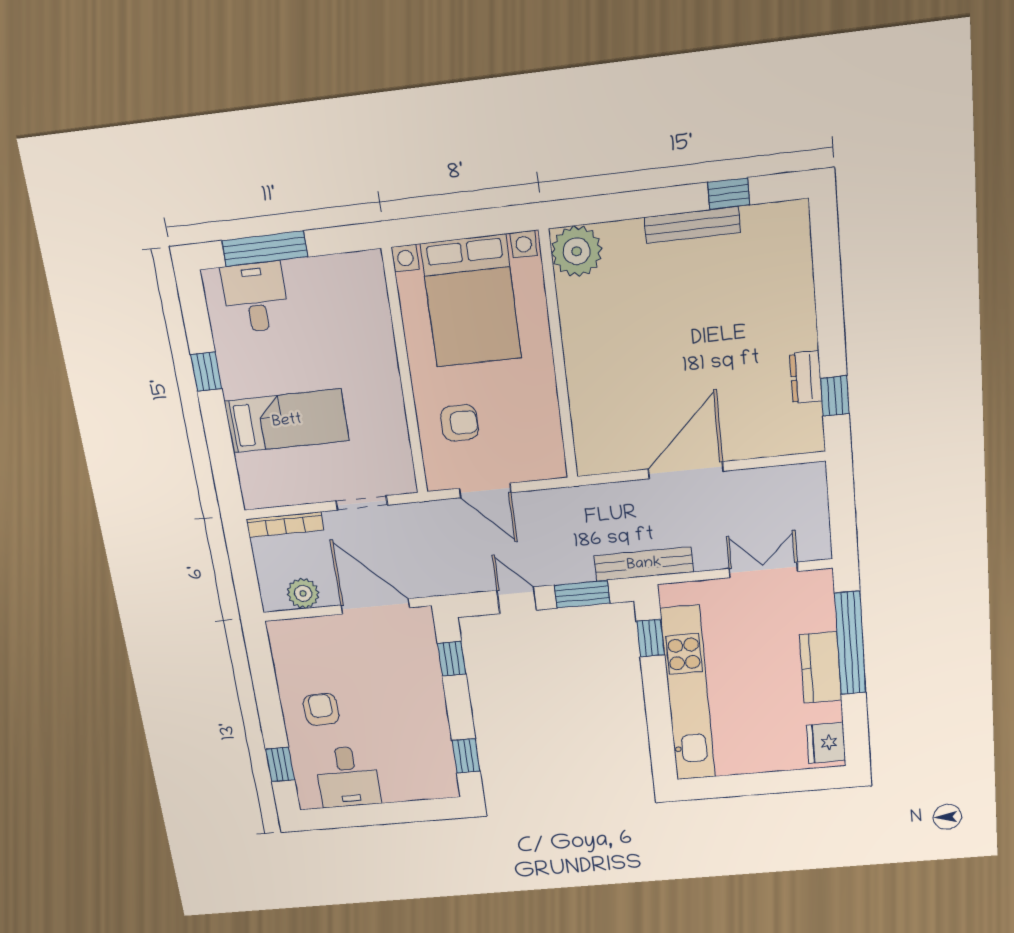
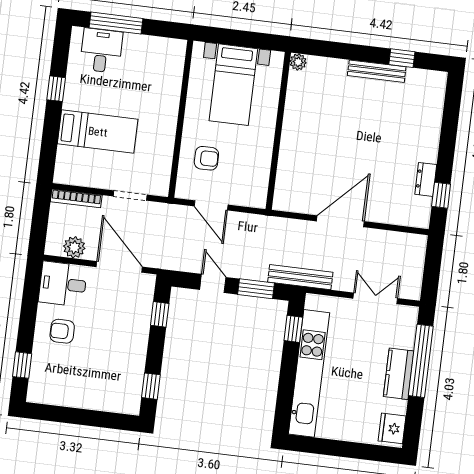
plant: (577, 251) -> (298, 62), width x0.53, depth x0.53
bed with nightstands: (471, 301) -> (233, 85), width x0.73
armchair: (321, 710) -> (62, 331), turned -88
desk: (348, 777) -> (63, 284), moved, turned 90

